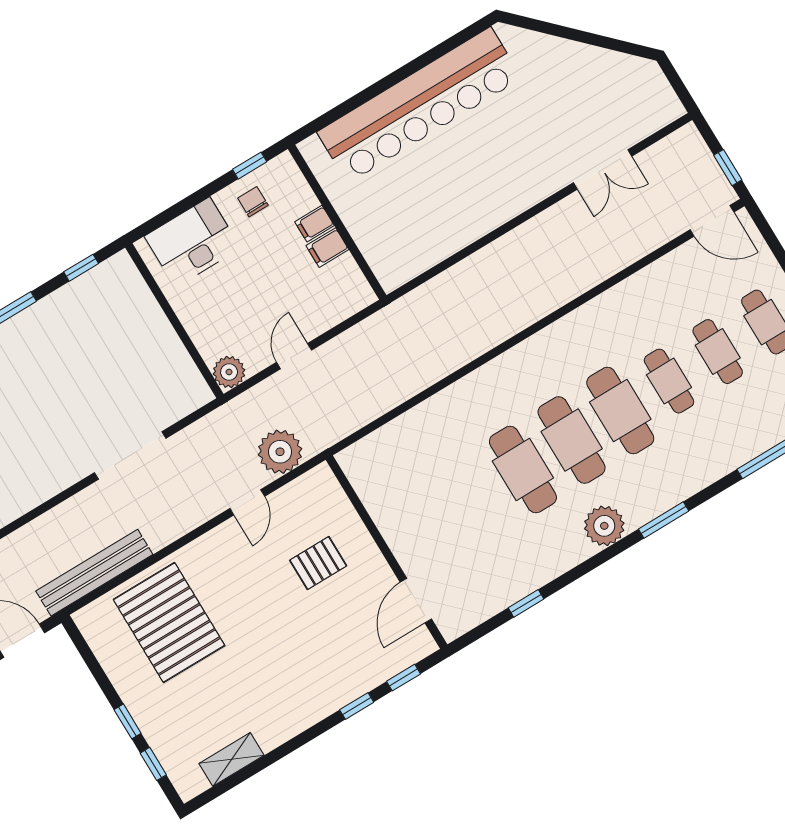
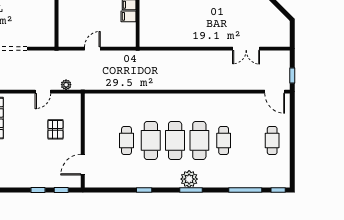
cafe table: (718, 352) -> (127, 140), moved
plant: (229, 372) -> (65, 40), removed
plant: (280, 452) -> (66, 85), width x0.53, depth x0.53
plant: (604, 526) -> (189, 179), moved
pallet: (318, 563) -> (55, 129), turned 90
window: (526, 603) -> (144, 190), moved

